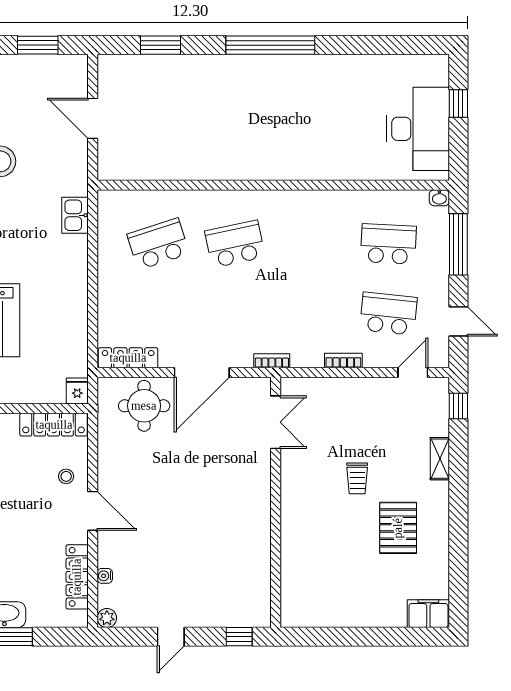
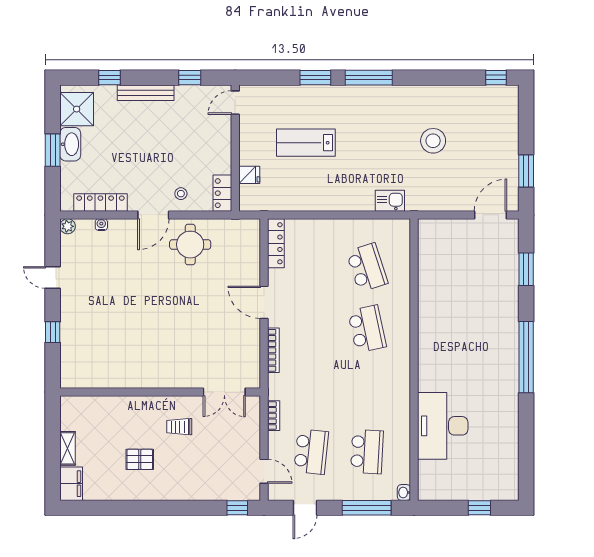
door: (93, 118) -> (491, 215), moved
desk: (418, 129) -> (443, 426), moved, turned 90
bookcase: (272, 361) -> (273, 350), width x1.56
door: (202, 372) -> (264, 302), width x0.73
fridge: (77, 391) -> (249, 175), moved
round table: (144, 406) -> (190, 245), moved
double door: (276, 422) -> (224, 392), moved
locker: (54, 425) -> (222, 193), width x0.66
shelving: (440, 459) -> (67, 448), moved, turned 90
wall: (276, 502) -> (160, 392), moved
pallet: (398, 528) -> (140, 459), width x0.67, depth x0.71

